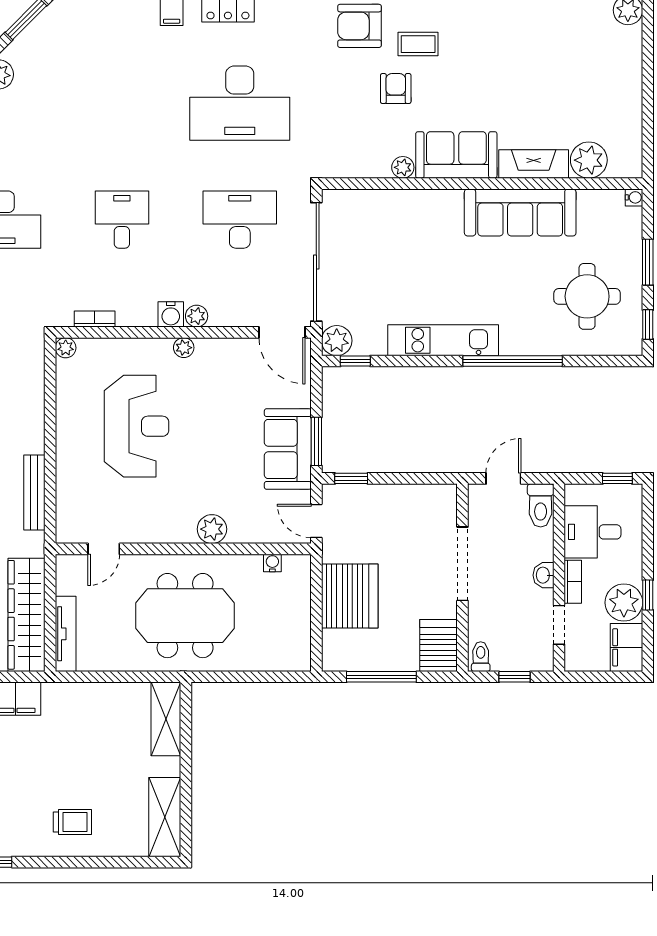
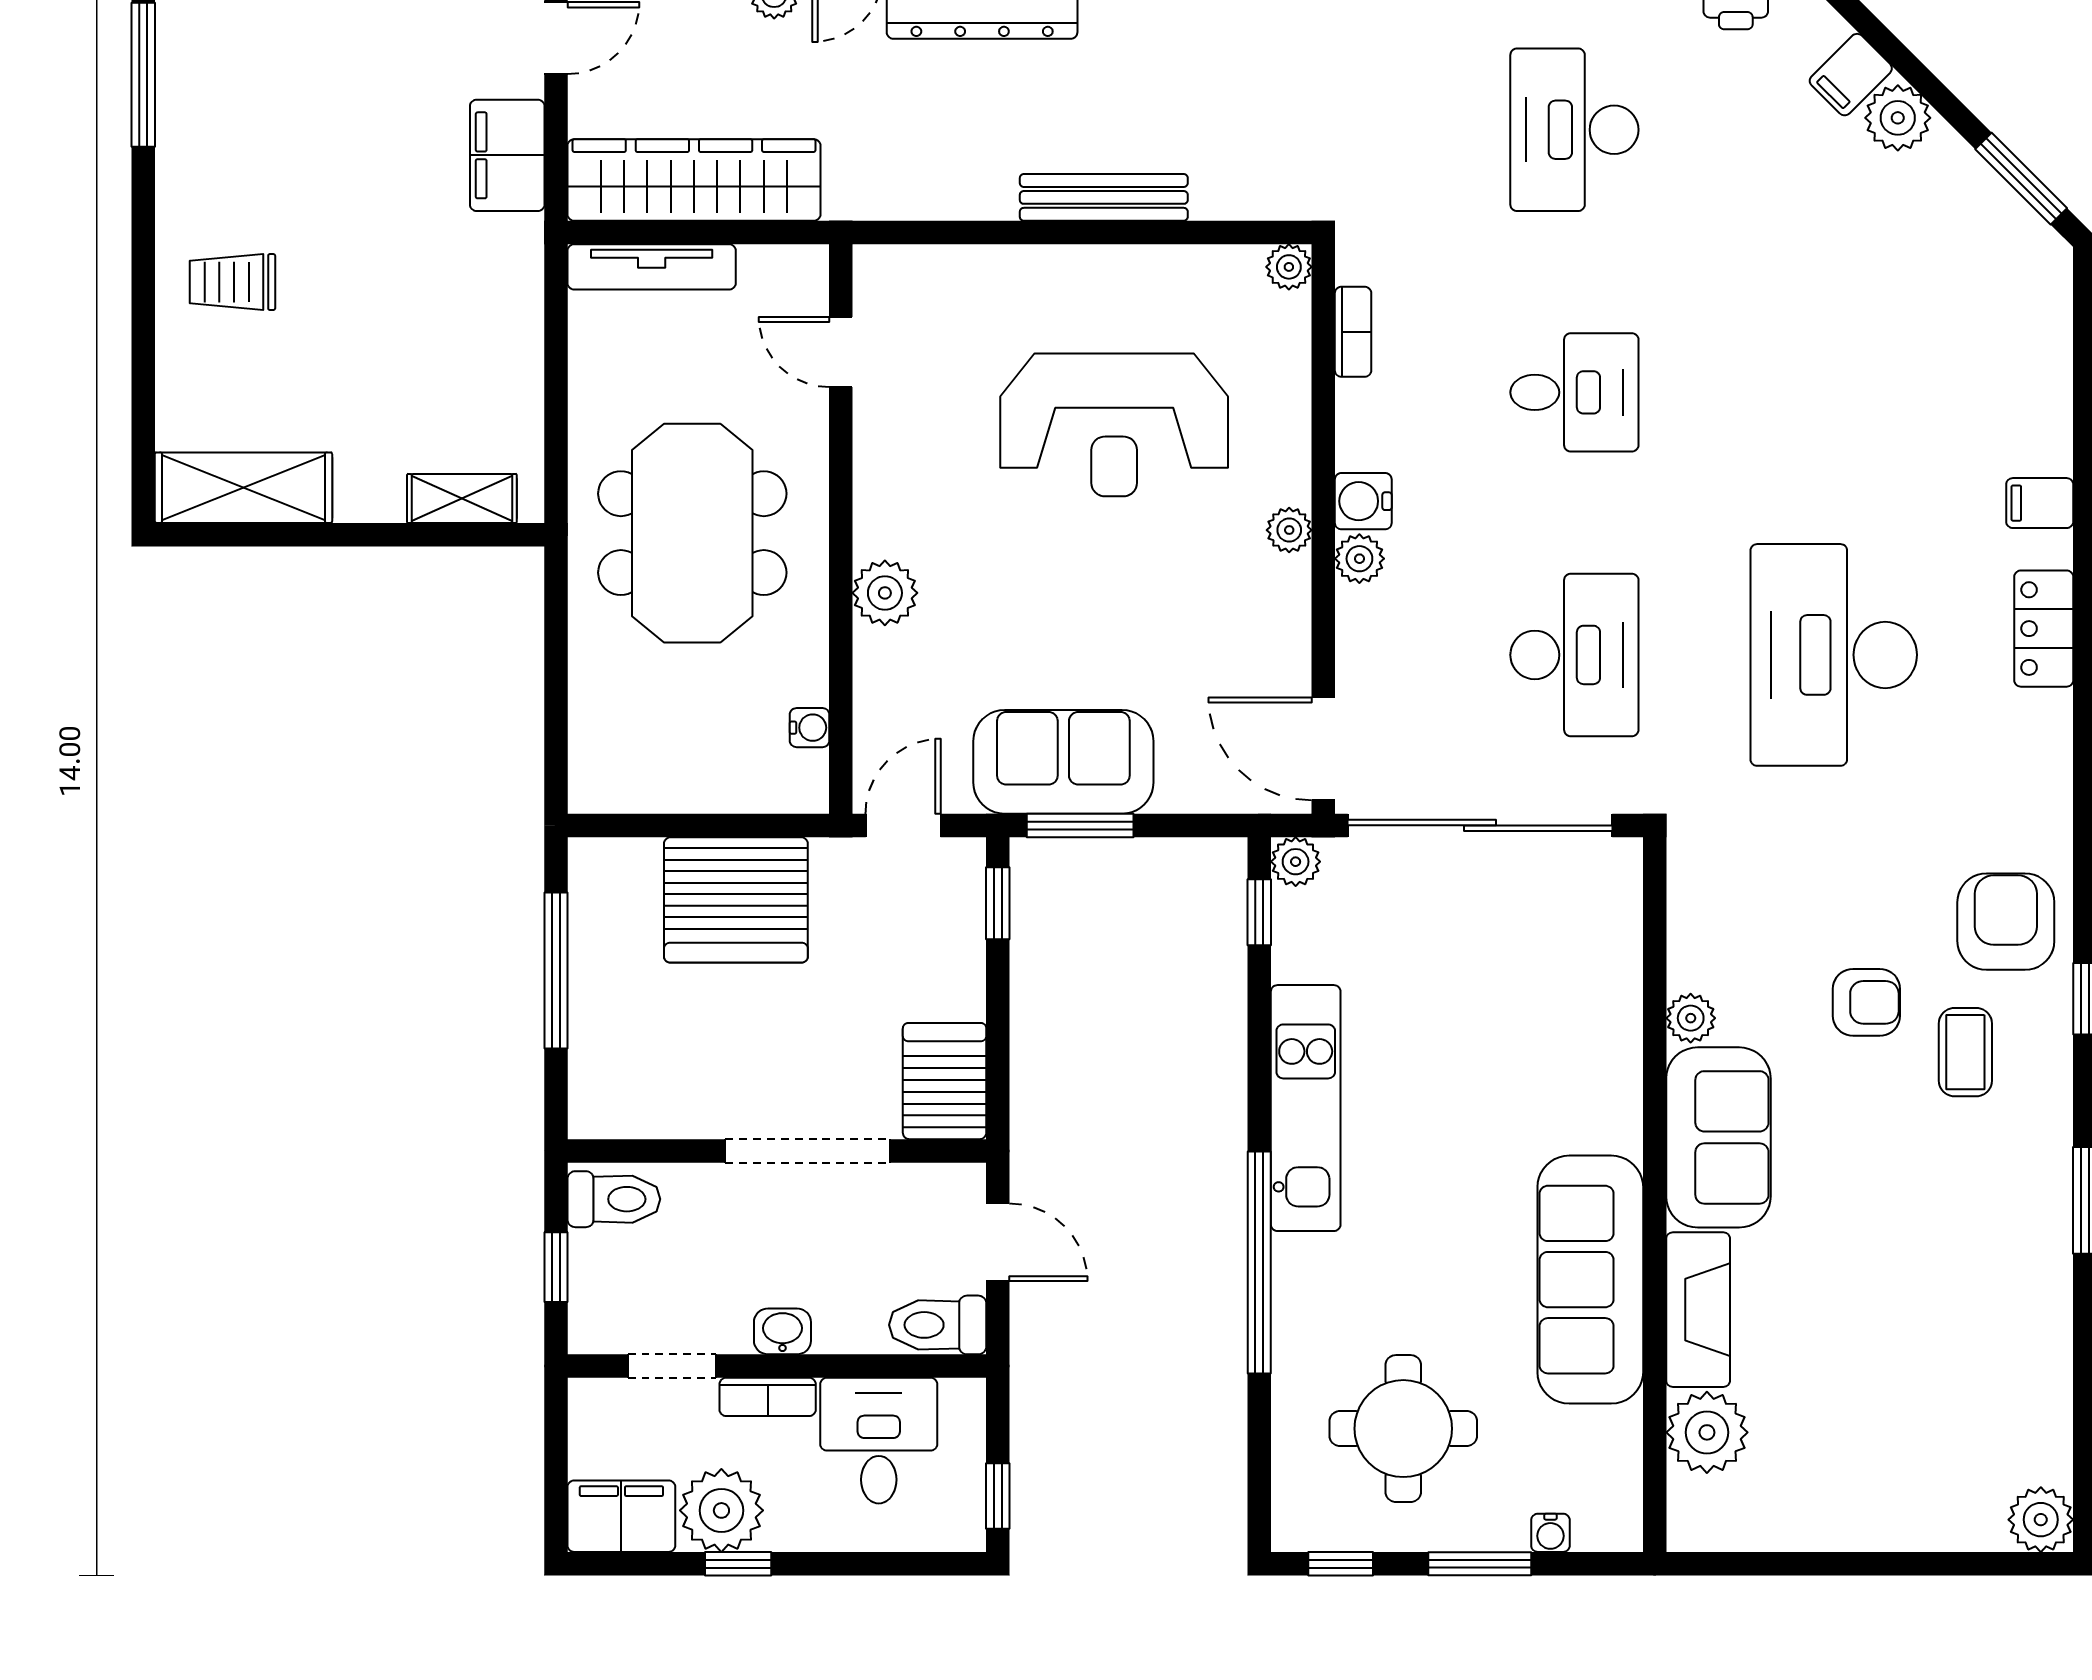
water cooler: (634, 197) -> (1550, 1533), moved
door: (282, 332) -> (1323, 749), hinge flipped
plant: (337, 341) -> (1296, 862), width x0.73, depth x0.73
bench: (34, 493) -> (1104, 197), moved
server rack: (439, 645) -> (945, 1081), moved, turned -90
toilet: (481, 657) -> (614, 1199), width x1.37, depth x1.39
shelving: (166, 719) -> (462, 499), width x0.67, depth x0.75
trolley: (72, 822) -> (233, 282), turned 90

